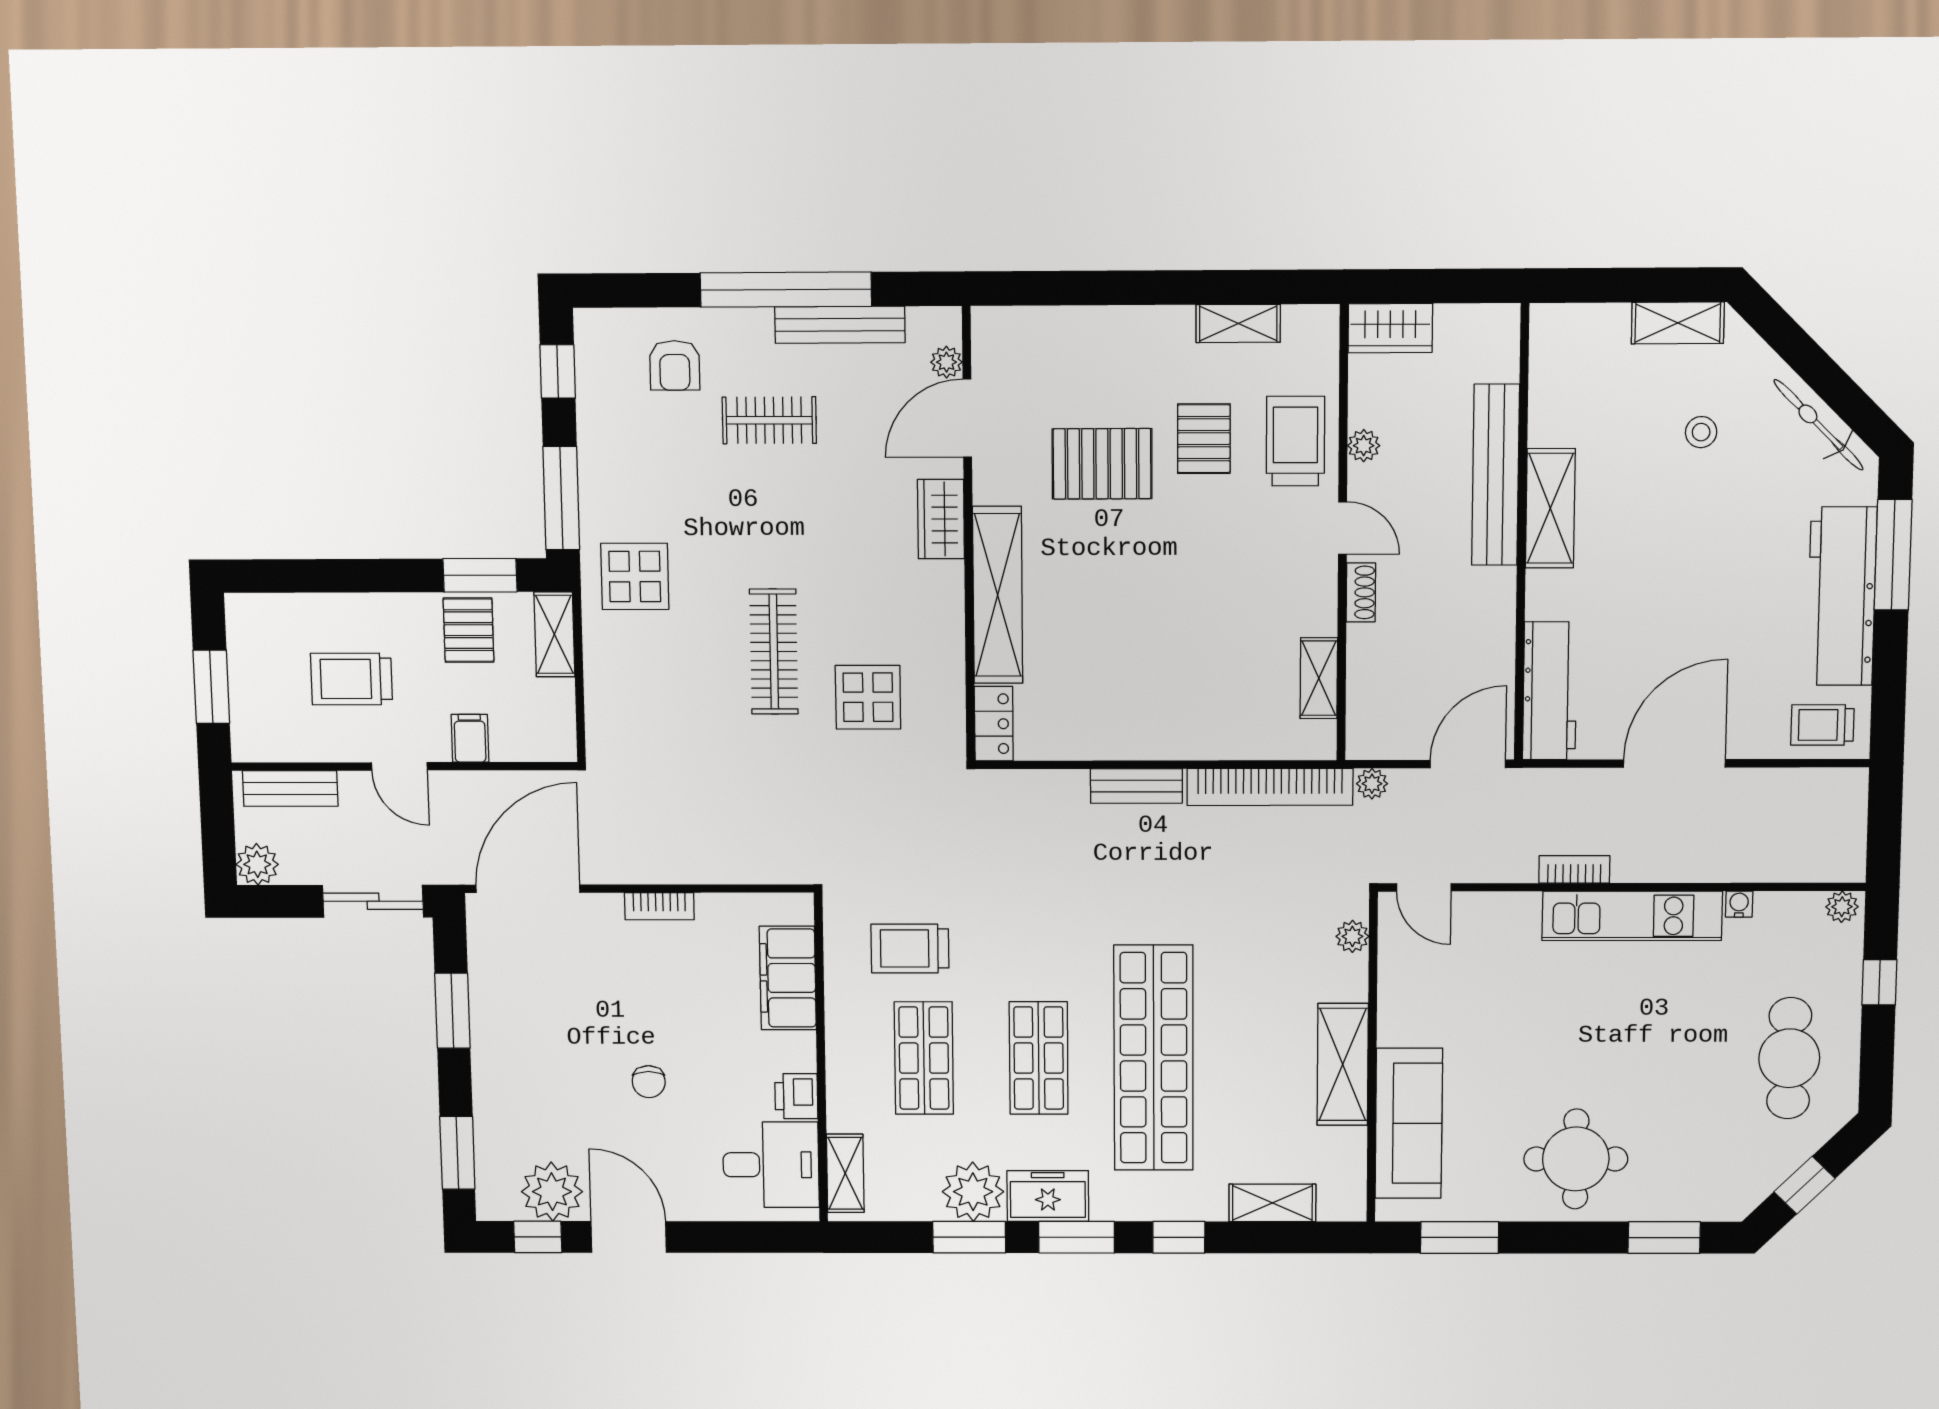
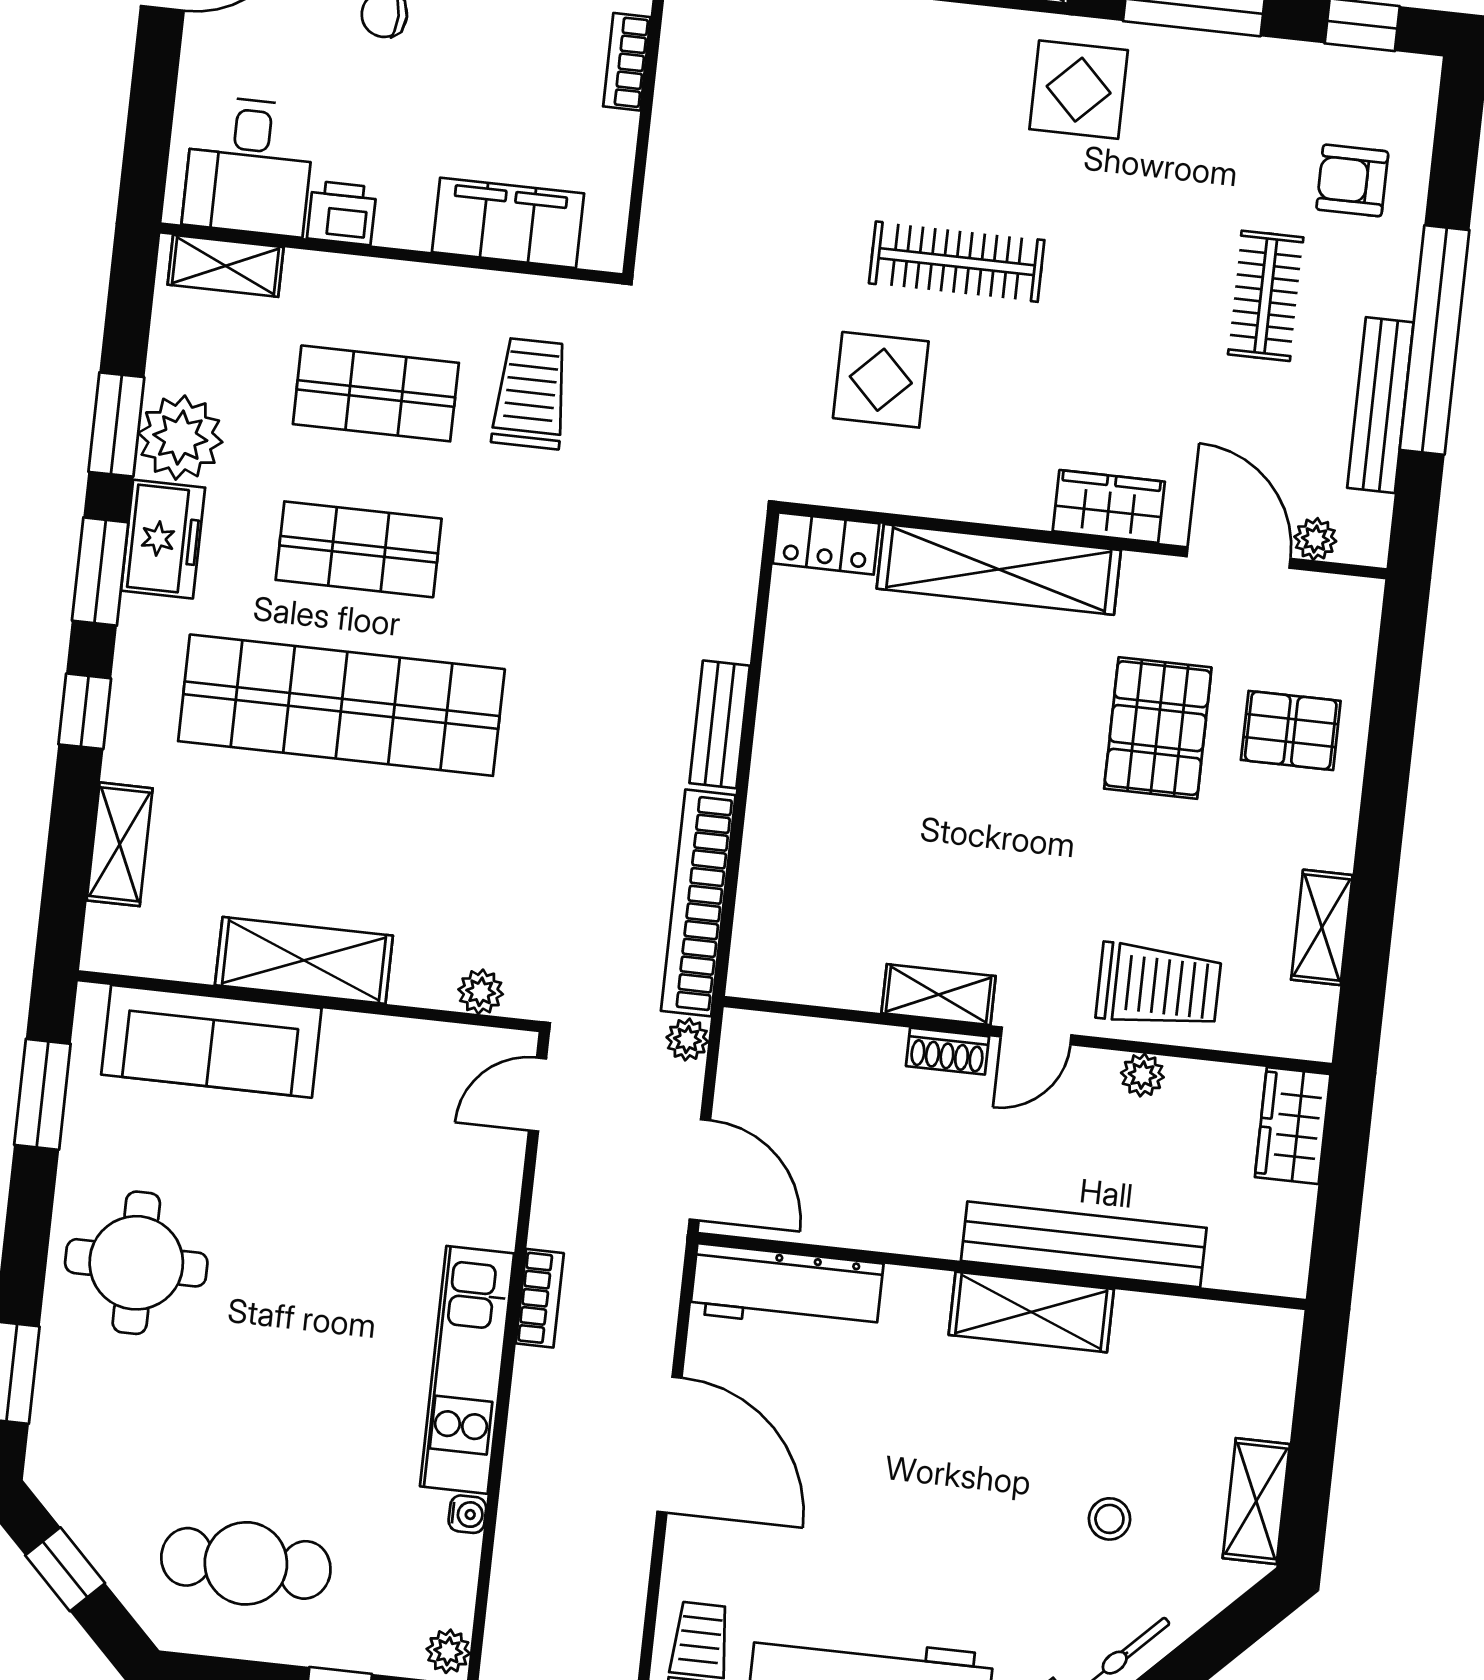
pallet: (1204, 439) -> (1291, 730), moved
shelving: (1319, 678) -> (939, 995), moved

